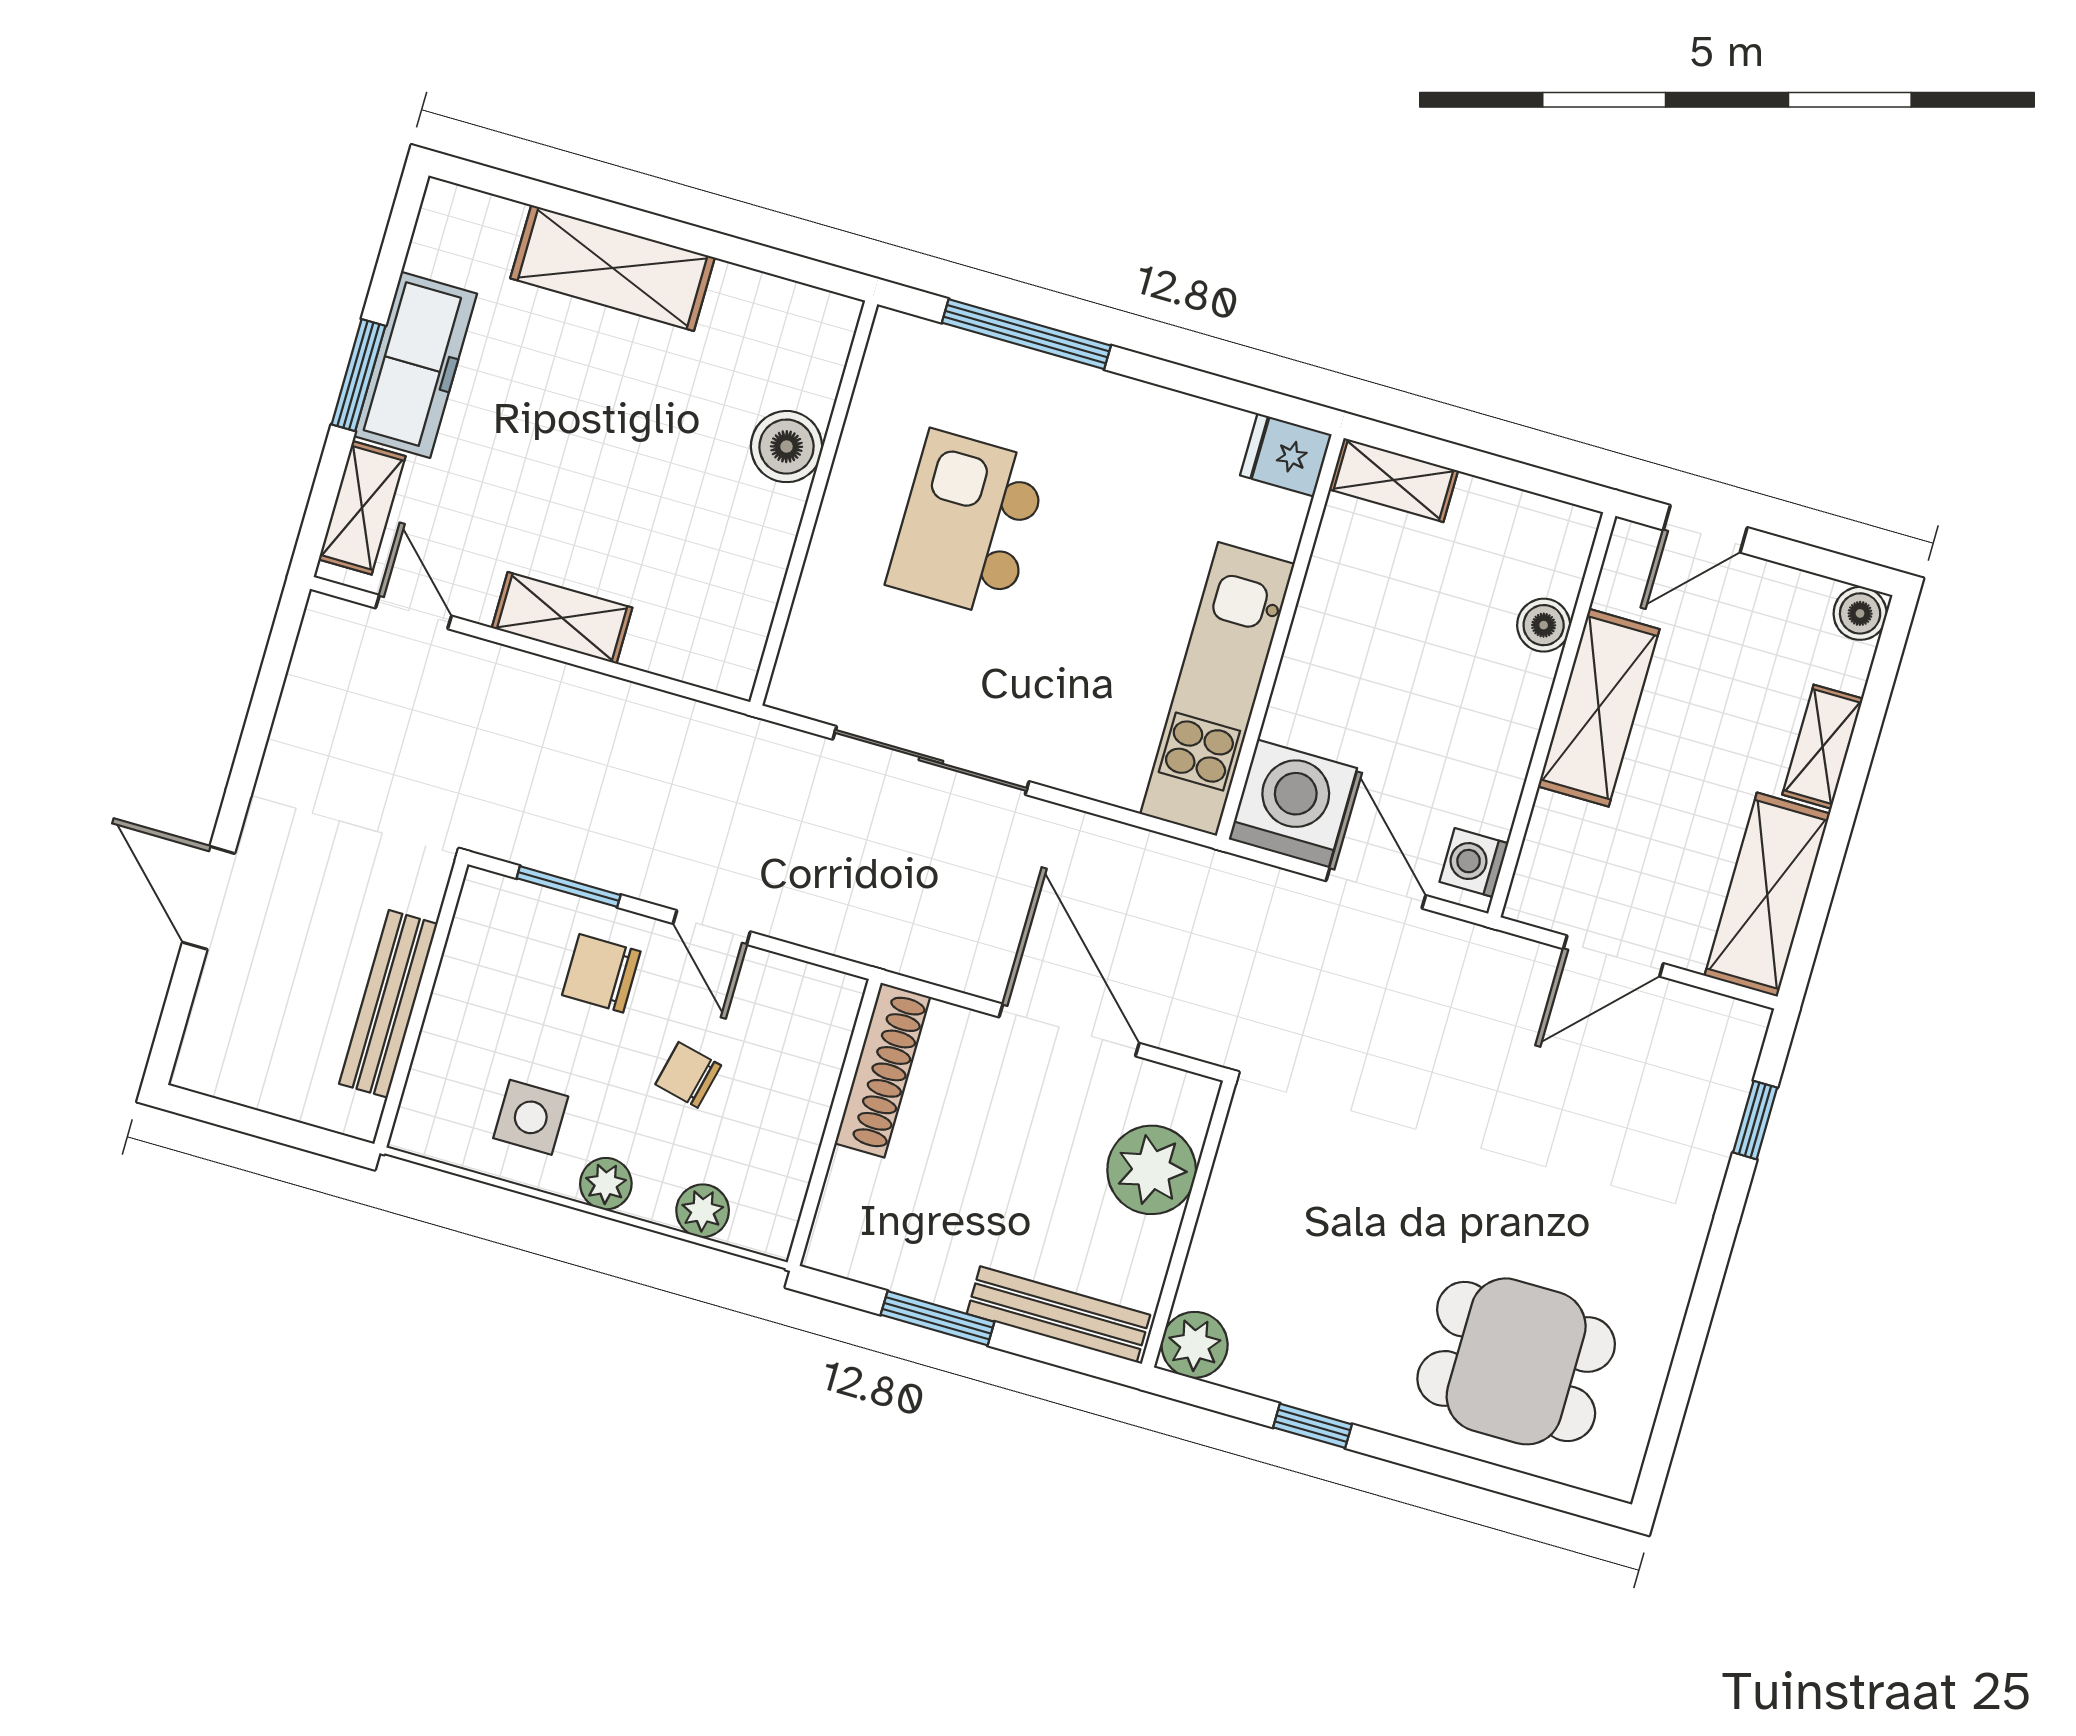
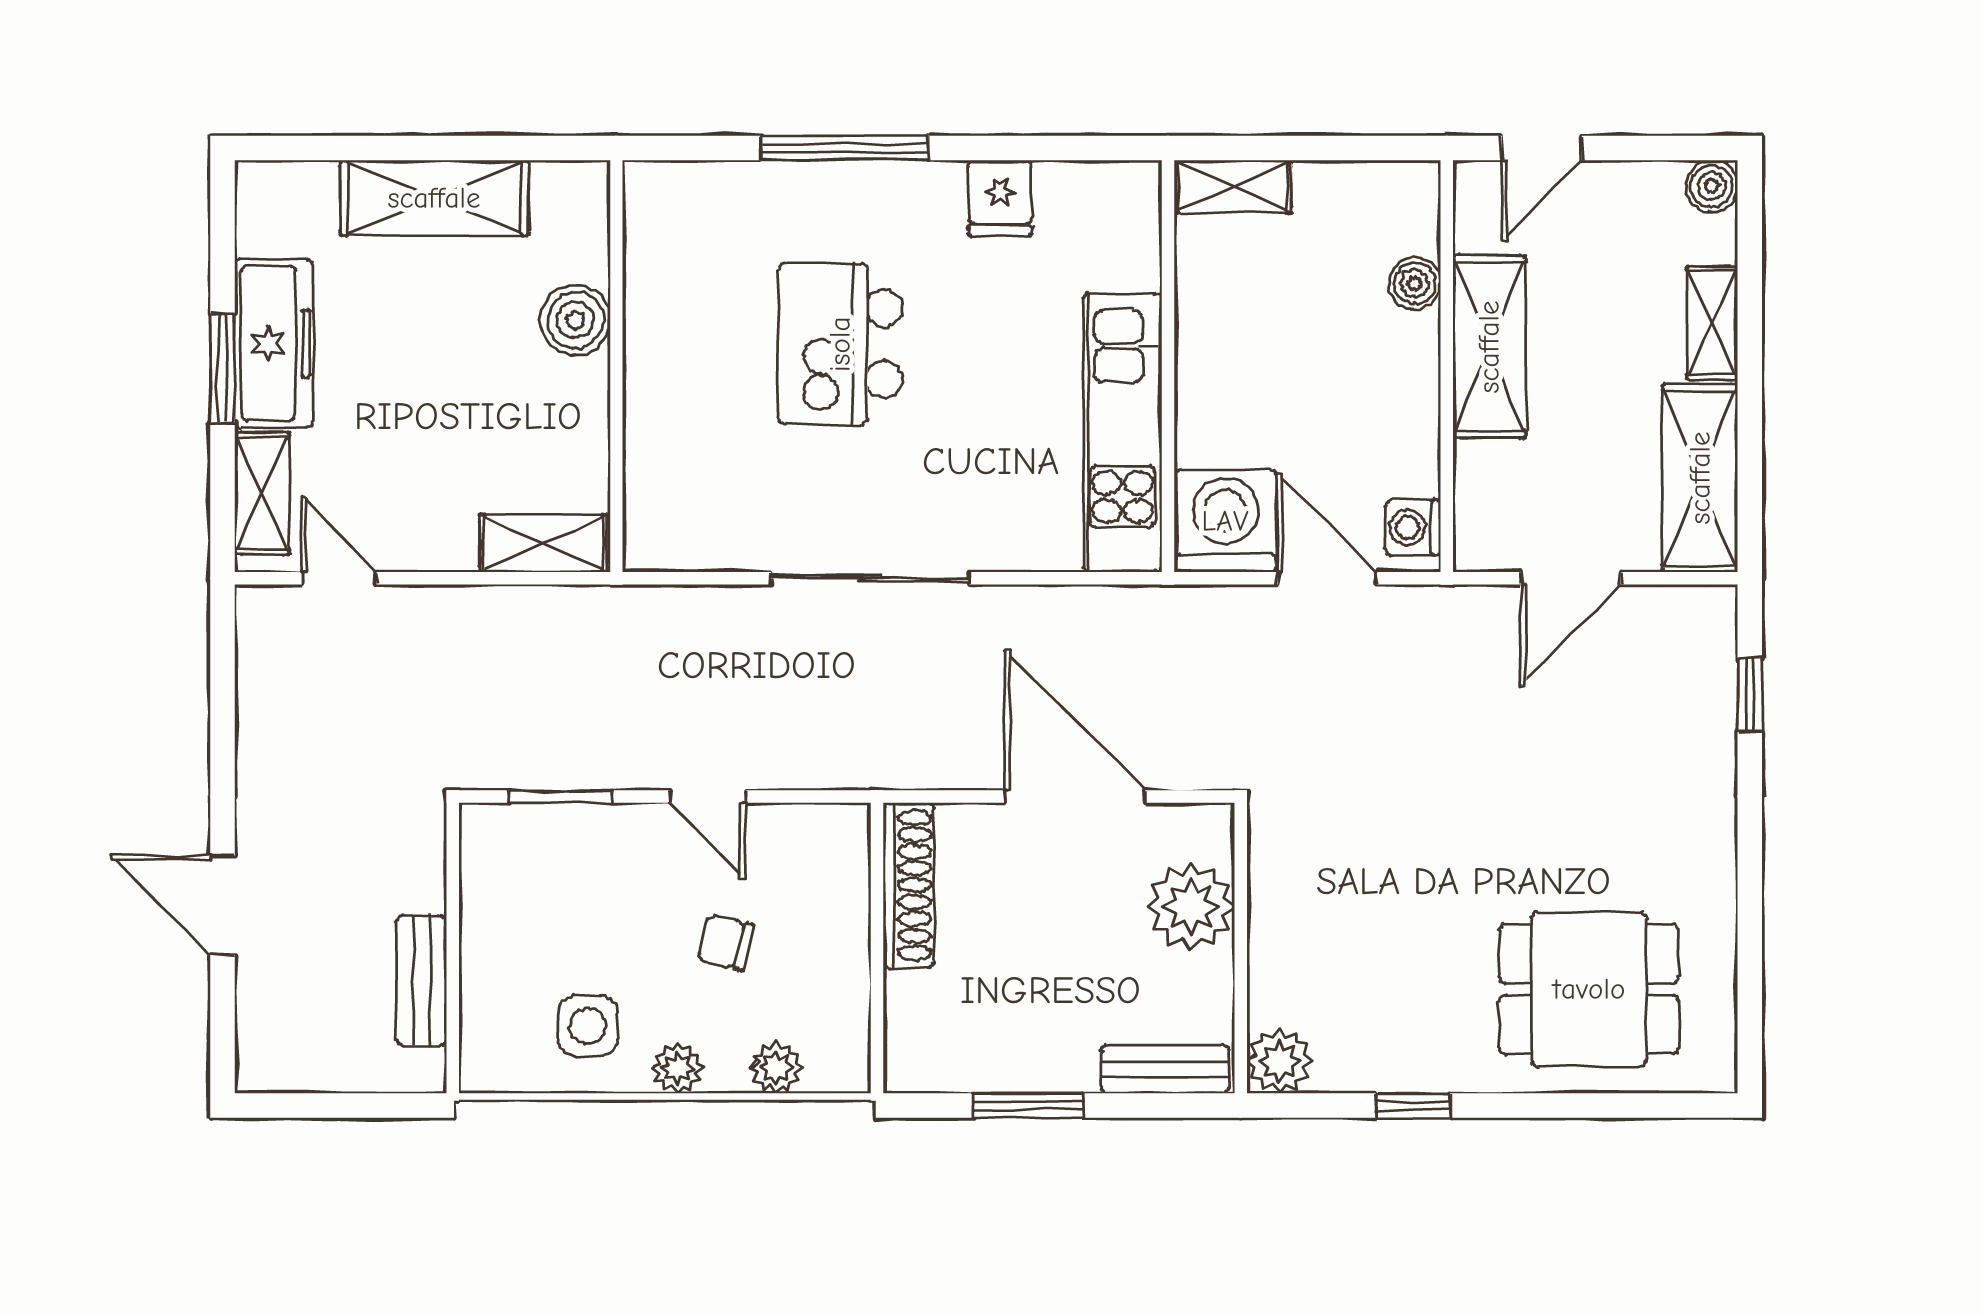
boiler: (787, 447) -> (575, 320), moved
fridge: (1286, 455) -> (1000, 198), moved, turned -90
wall: (814, 503) -> (616, 366), moved
shelving: (562, 618) -> (543, 543), moved
chair: (601, 973) -> (616, 870), removed
bench: (388, 1004) -> (422, 981), width x0.73
bench: (1058, 1314) -> (1165, 1069), width x0.73

